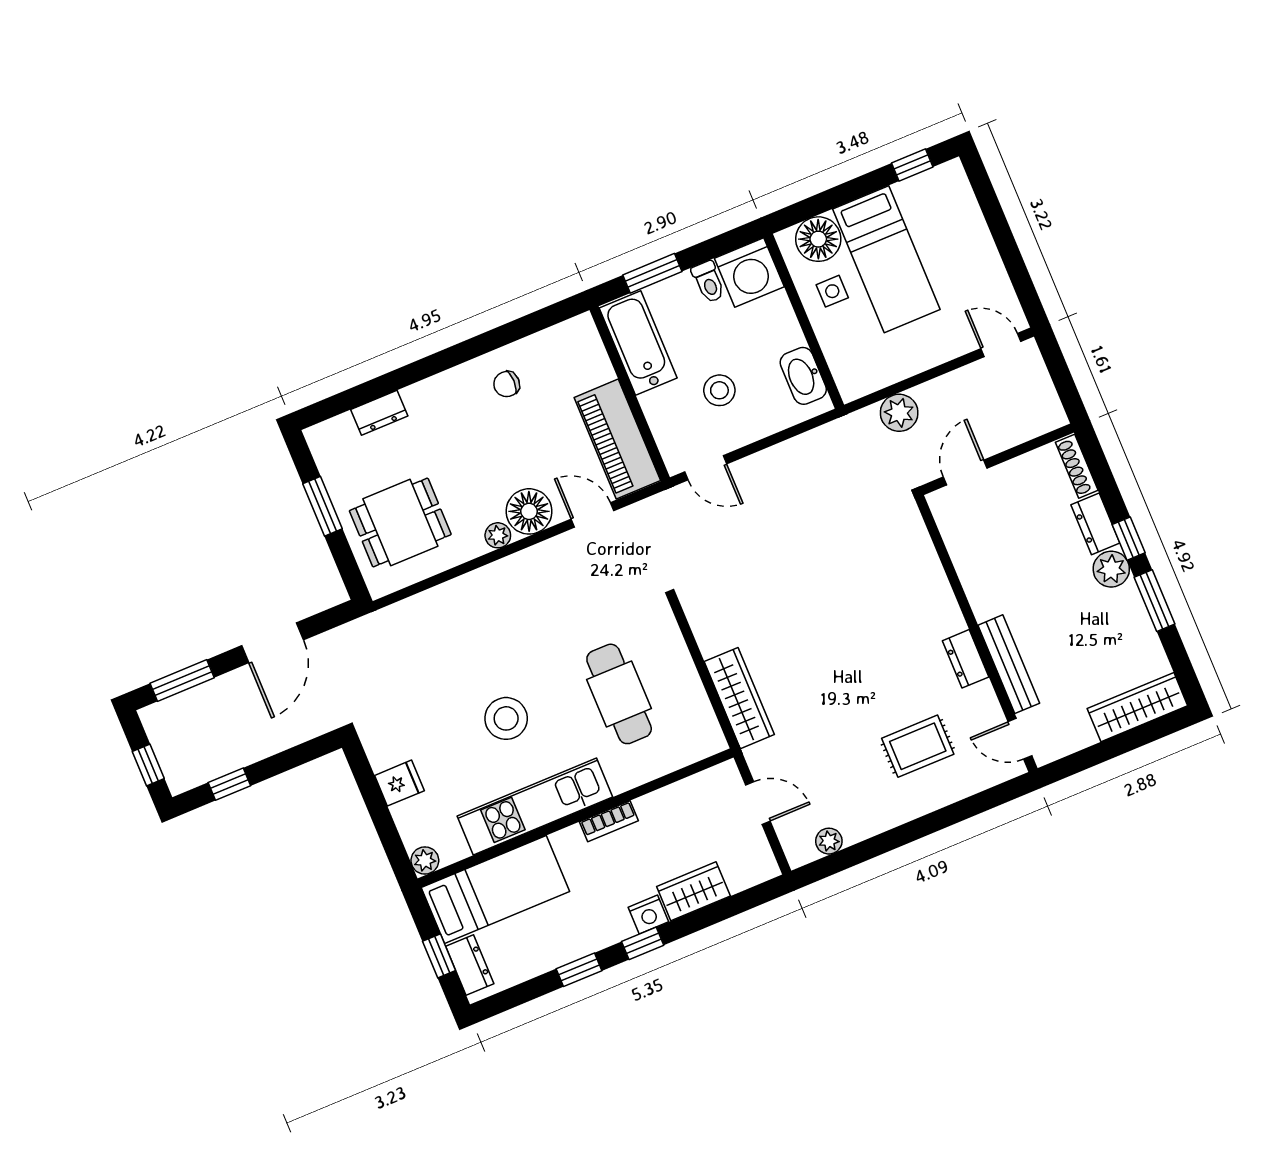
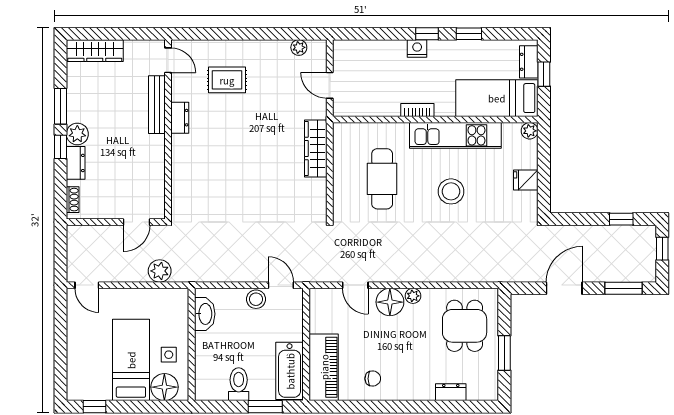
washing machine: (749, 272) -> (211, 384), removed
toilet: (708, 282) -> (239, 384), width x1.37, depth x1.39
stool: (719, 390) -> (256, 299), moved
piano: (617, 439) -> (324, 367), moved
shoe rack: (1077, 466) -> (73, 200), width x0.70
dining table: (400, 523) -> (465, 326), turned 90
wardrobe: (693, 891) -> (386, 51), removed

